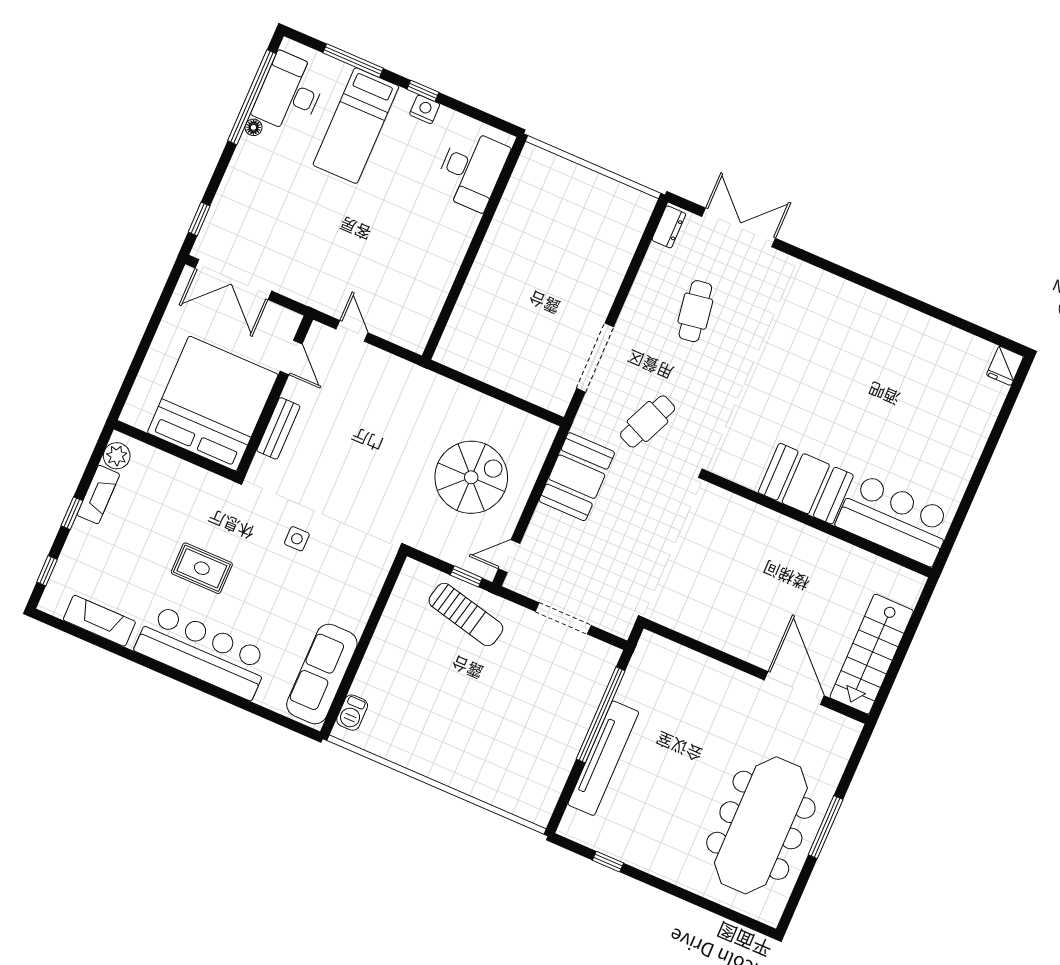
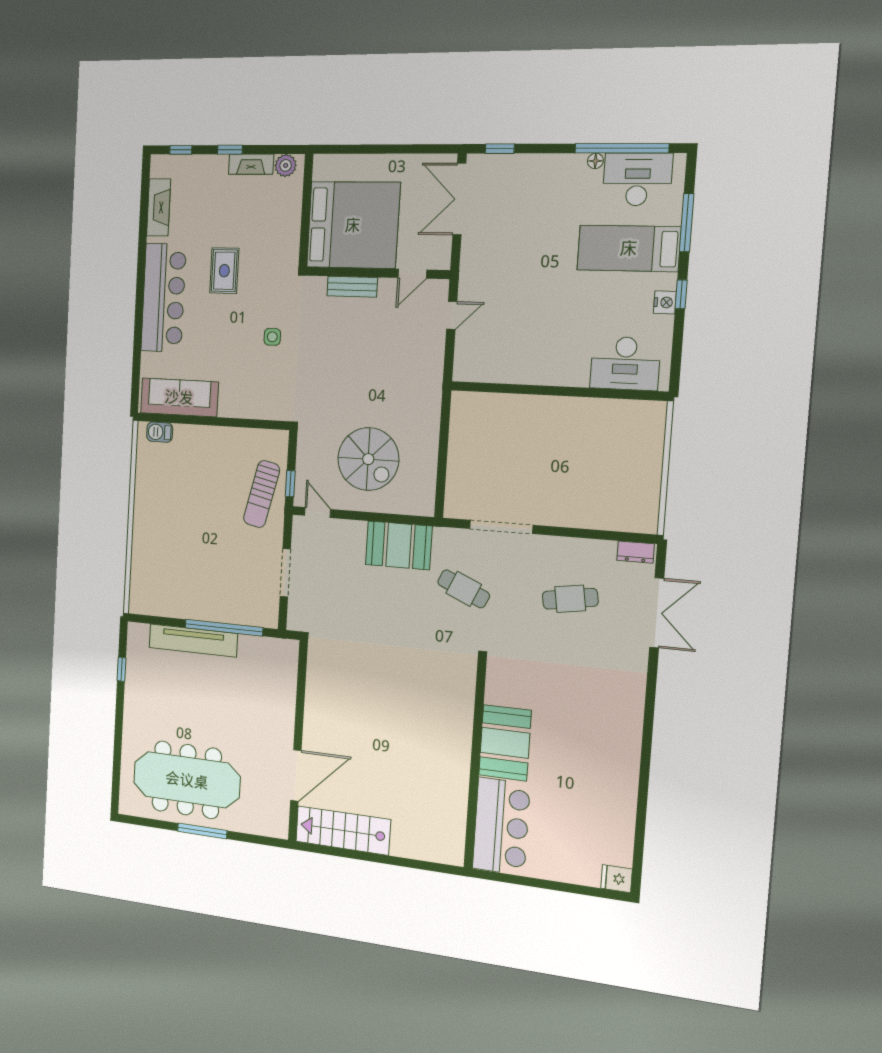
booth: (806, 484) -> (505, 743), moved
bar counter: (895, 520) -> (501, 826), moved
wall: (820, 525) -> (475, 764), moved

